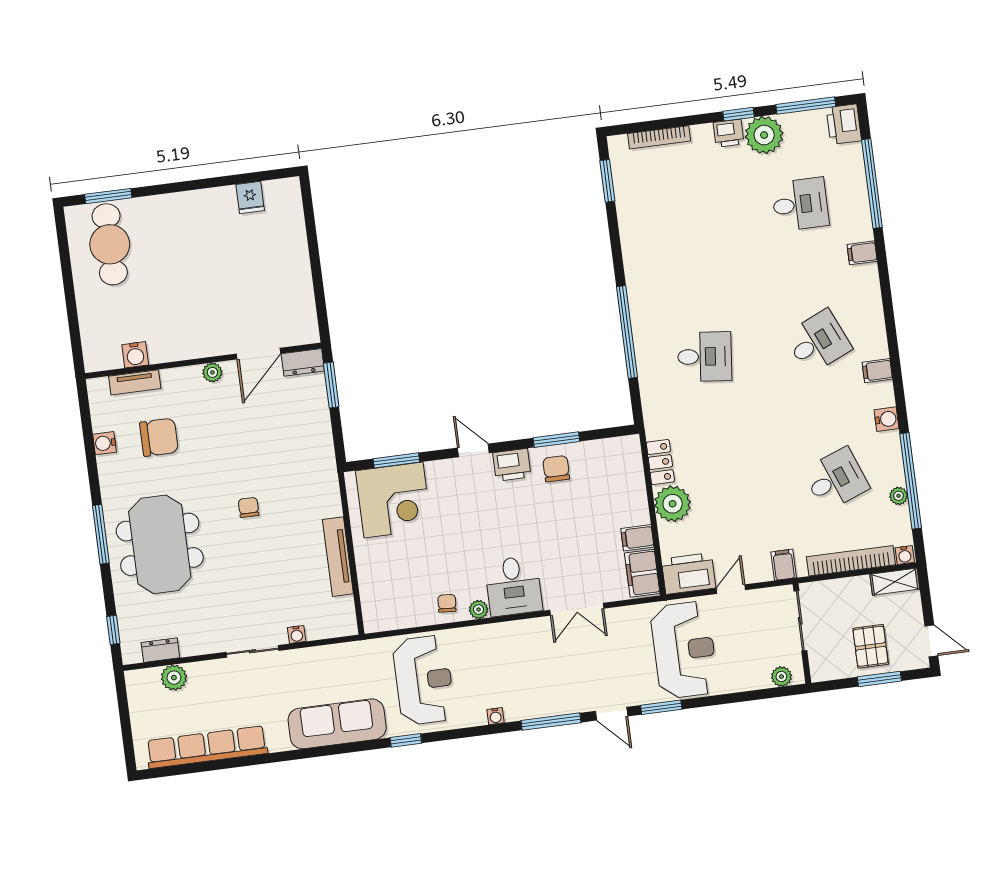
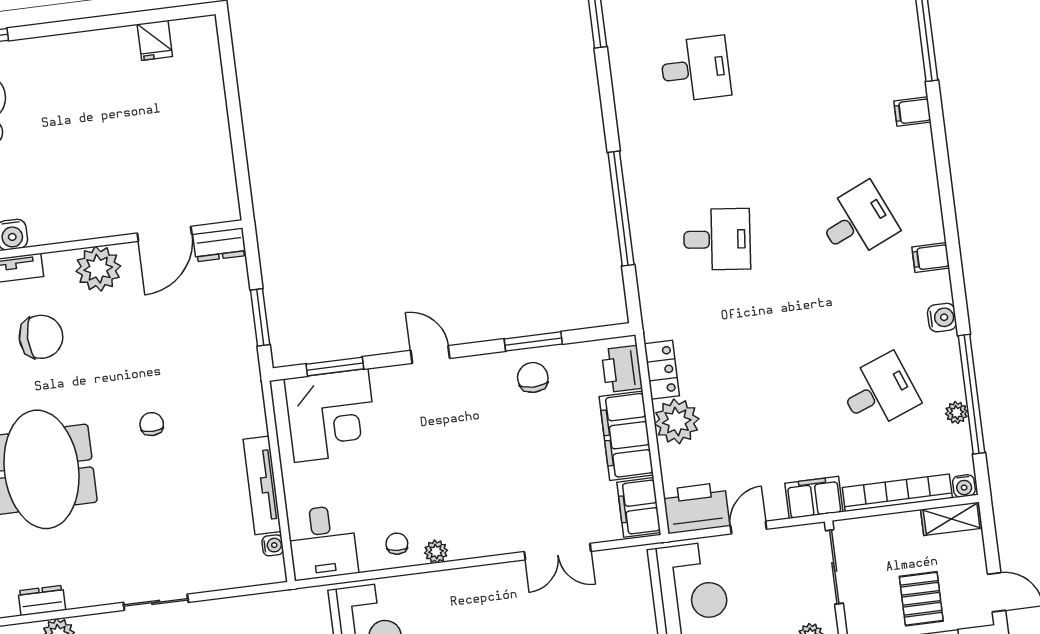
desk: (800, 204) -> (695, 69), moved
plant: (212, 372) -> (98, 269), width x1.88, depth x1.88
window: (331, 385) -> (260, 317), moved
printer: (512, 465) -> (622, 369), moved, turned 90
filing cabinet: (637, 538) -> (626, 436), width x3.00, depth x1.17
filing cabinet: (784, 565) -> (814, 497), width x2.00
desk: (513, 586) -> (322, 542), moved
water cooler: (297, 634) -> (273, 545), moved, turned -90

